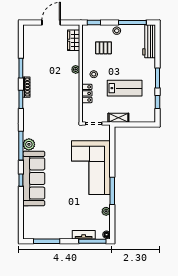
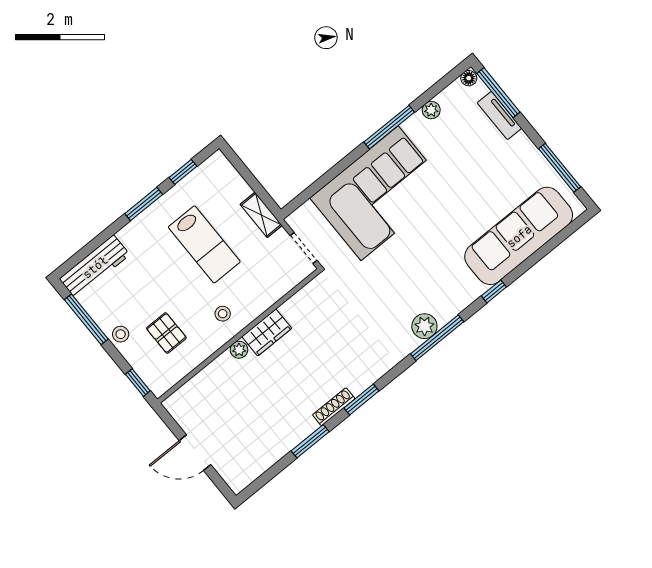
wardrobe: (74, 40) -> (267, 332), moved
lab bench: (125, 88) -> (204, 244), turned 180
locker: (87, 93) -> (263, 299), removed
sofa: (34, 178) -> (519, 236), moved

